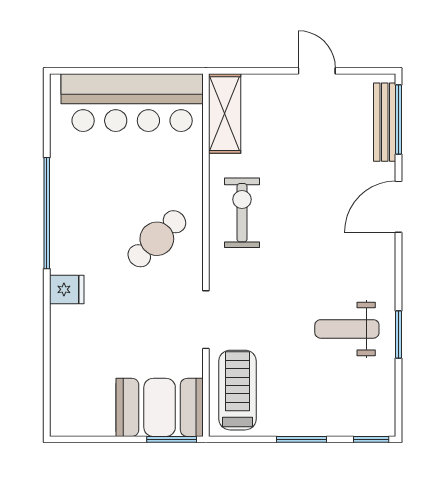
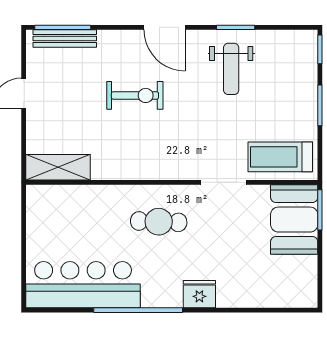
bar counter: (132, 103) -> (83, 285), moved, turned -90
door: (398, 207) -> (165, 27), moved
exercise bike: (242, 213) -> (135, 95), moved, turned 180
cafe table: (157, 239) -> (159, 222), turned -44
fridge: (67, 289) -> (199, 294), width x1.38

